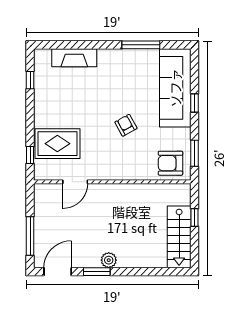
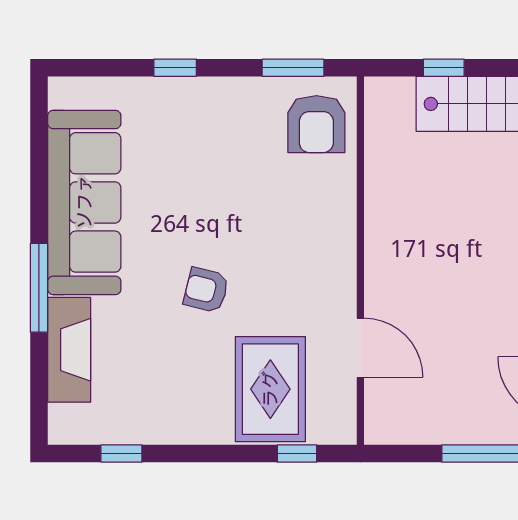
window: (141, 45) -> (39, 288), moved
sofa: (175, 88) -> (84, 202), moved, turned -90
armchair: (126, 125) -> (206, 290), moved, turned 43

